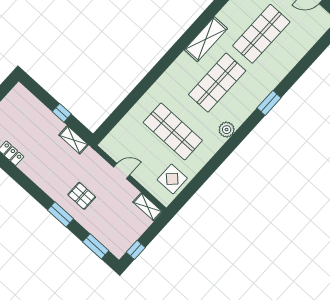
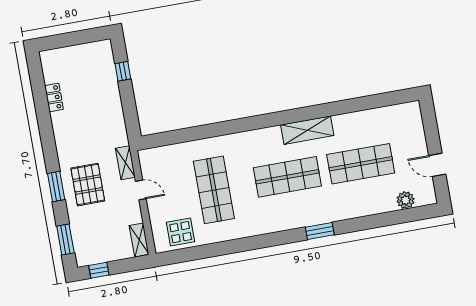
window: (62, 113) -> (123, 71), moved
plant: (227, 130) -> (406, 200), moved
shelving: (74, 140) -> (125, 163), moved
pallet: (82, 196) -> (88, 185), width x1.50, depth x1.42

